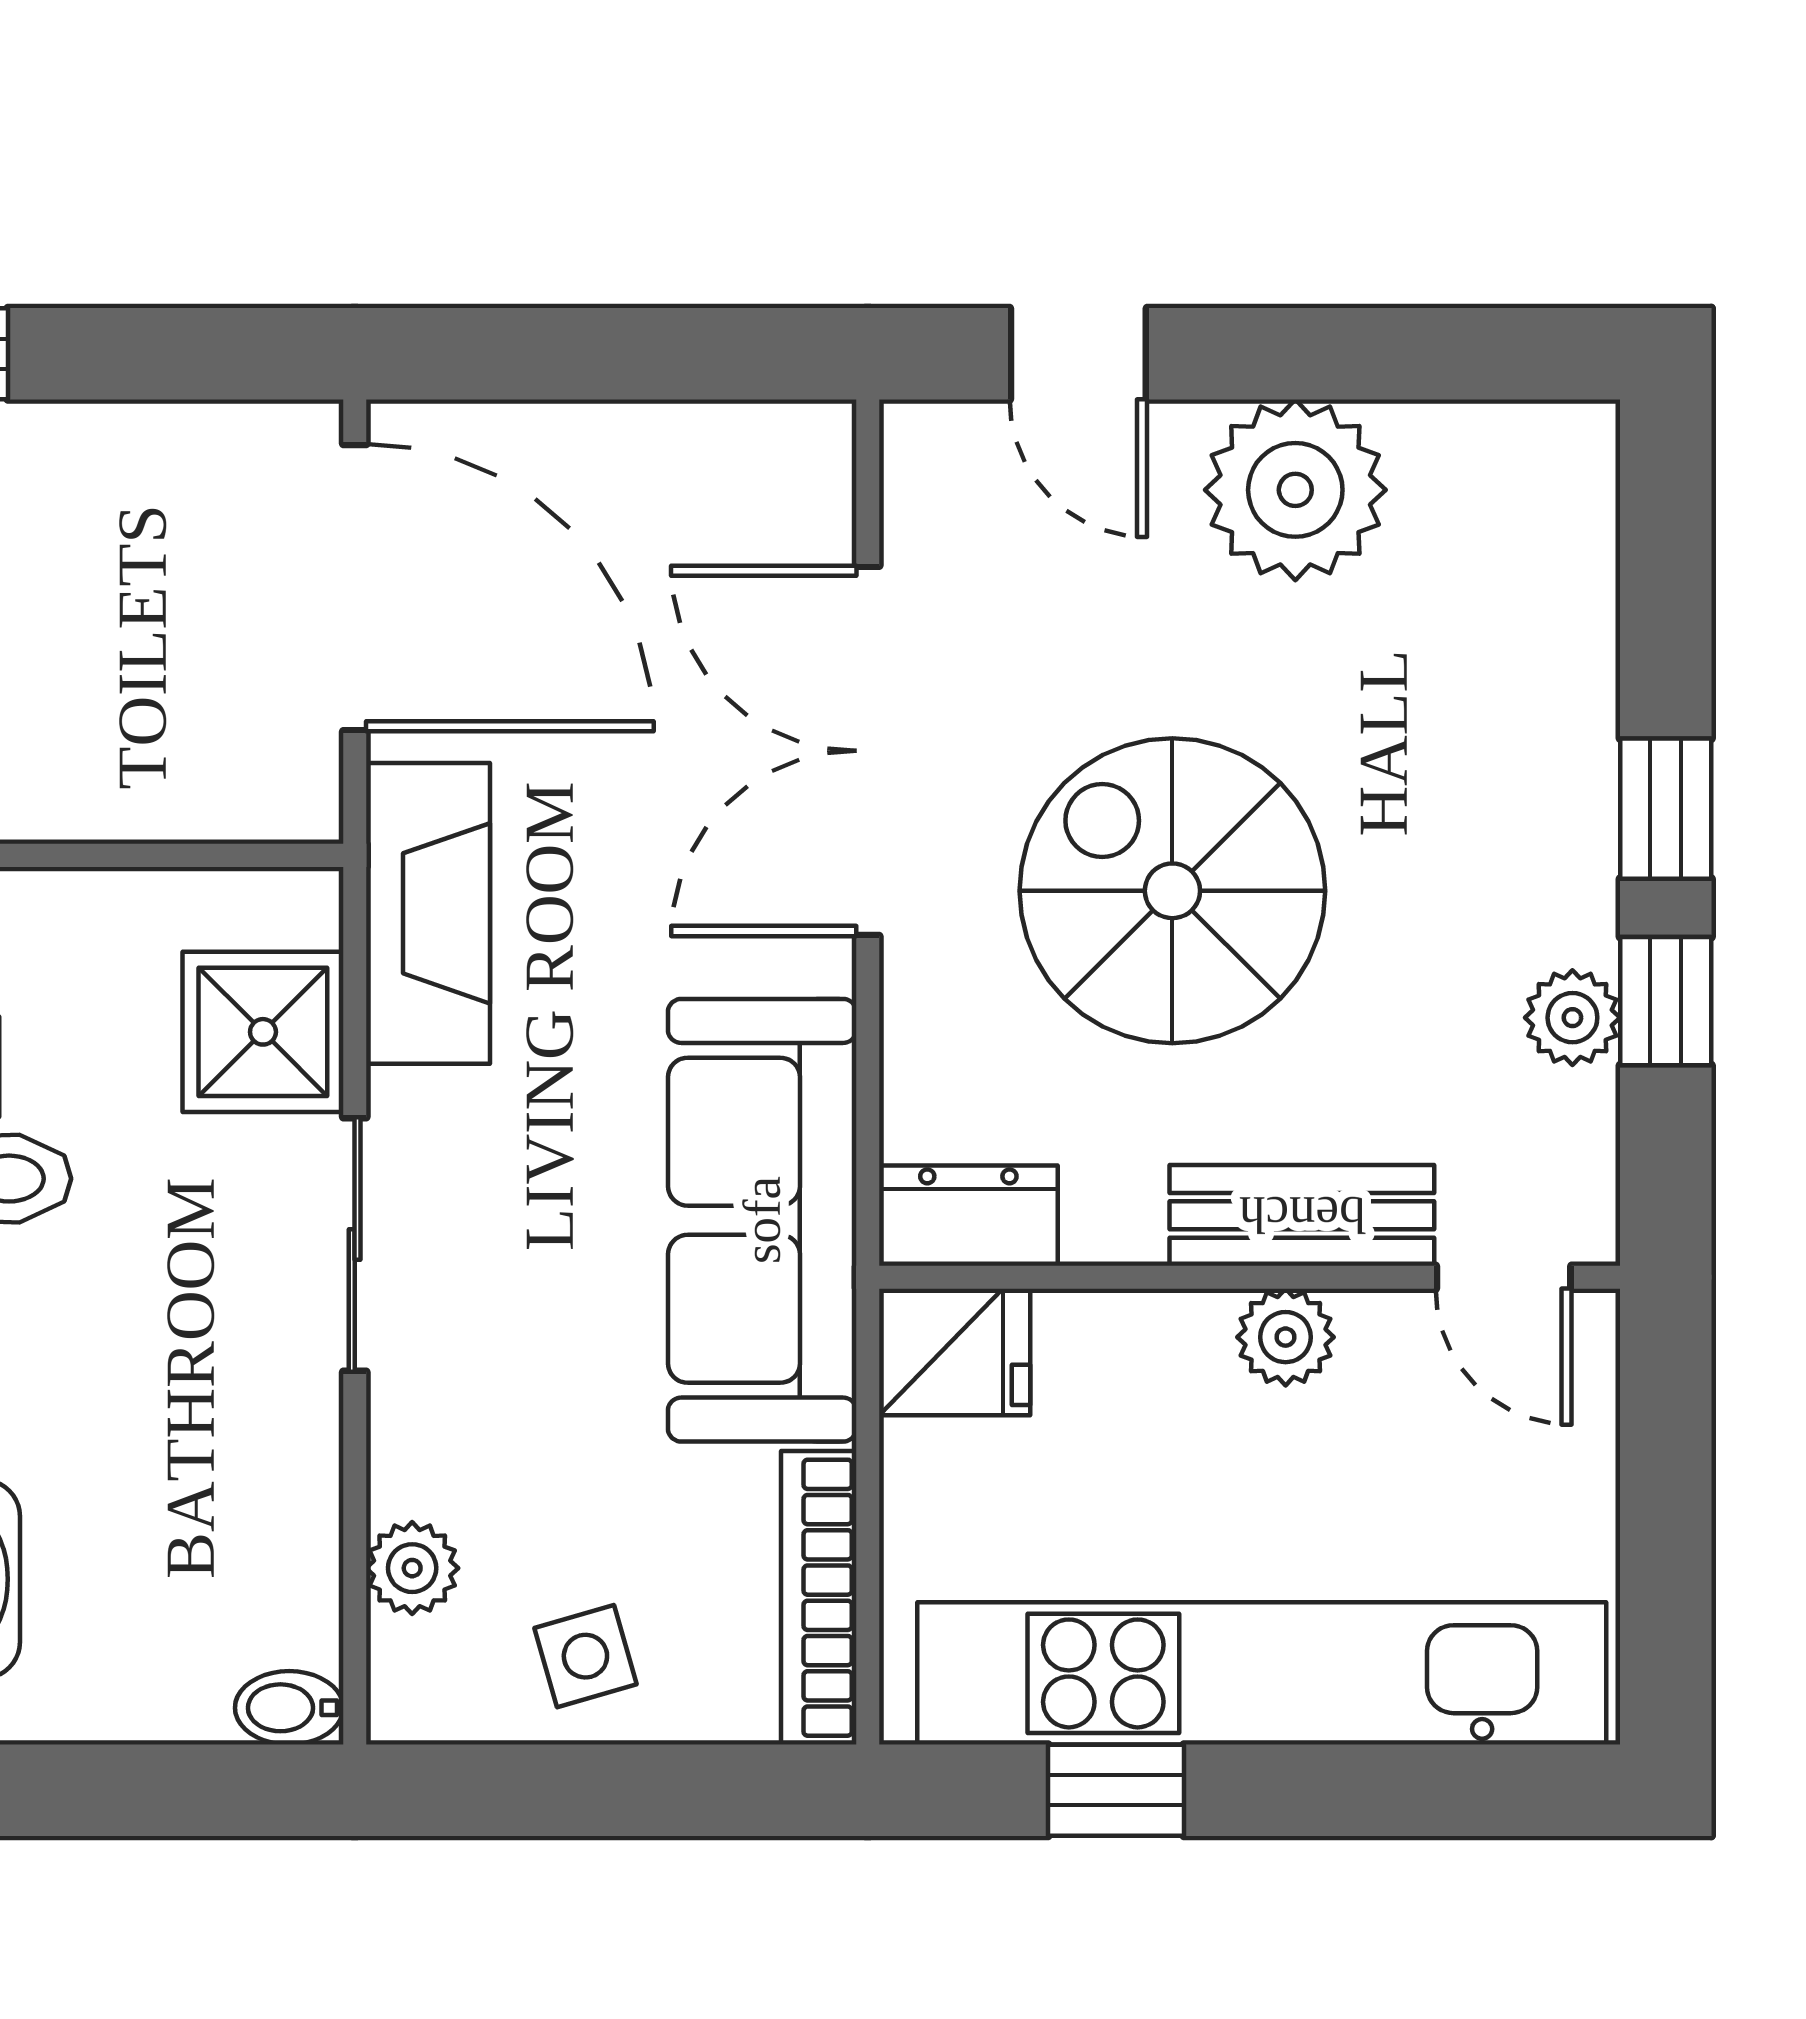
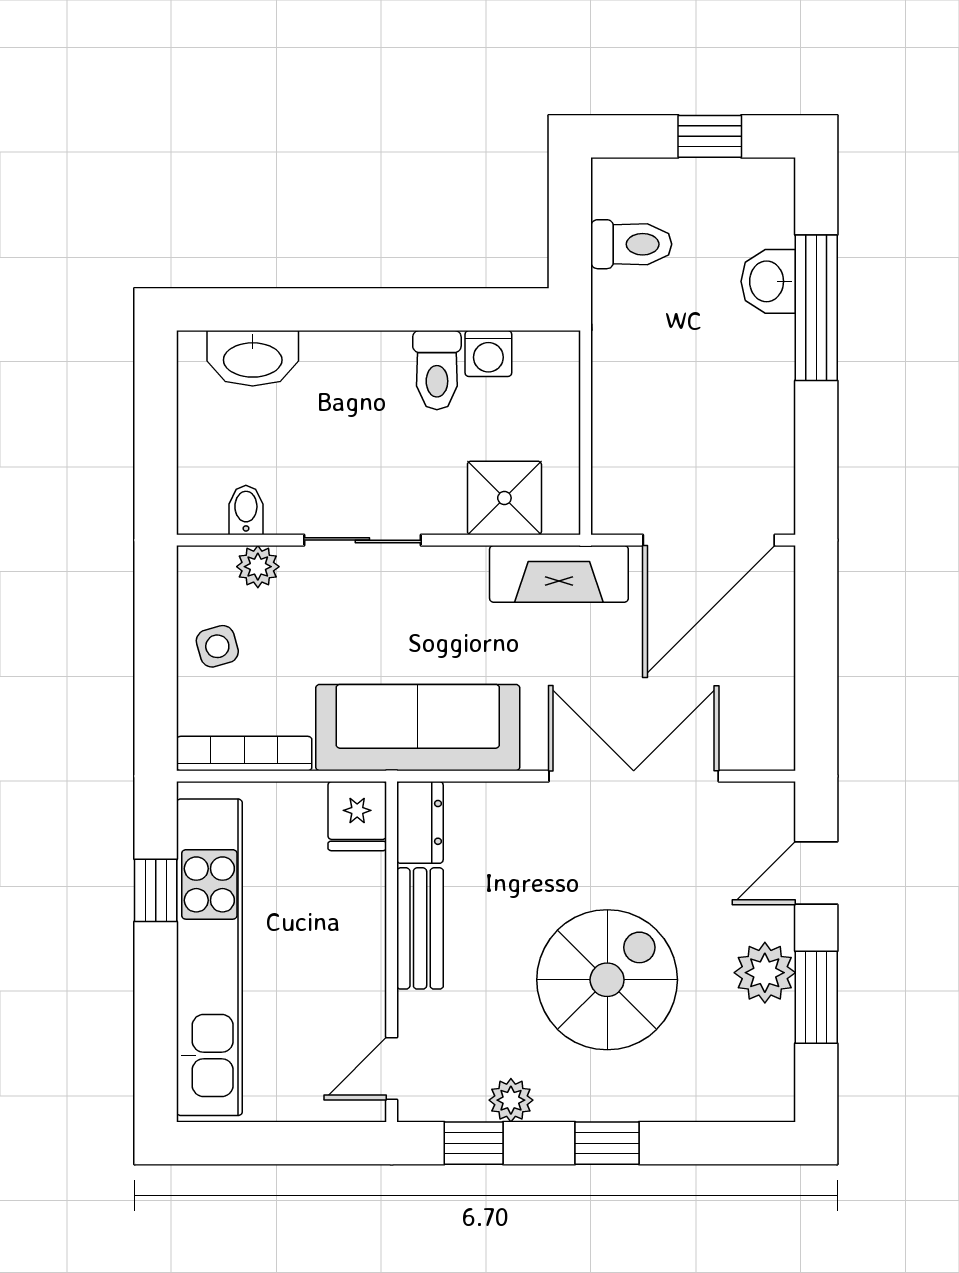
window: (1349, 354) -> (816, 997), added
plant: (1295, 490) -> (765, 973), width x0.73, depth x0.73
spiral stairs: (1172, 891) -> (607, 980), moved
window: (1666, 1001) -> (474, 1143), moved
bench: (1302, 1215) -> (420, 928), moved
sliding door: (355, 1244) -> (362, 540), moved
plant: (1286, 1337) -> (364, 968), removed
bidet: (289, 1708) -> (246, 510), moved

